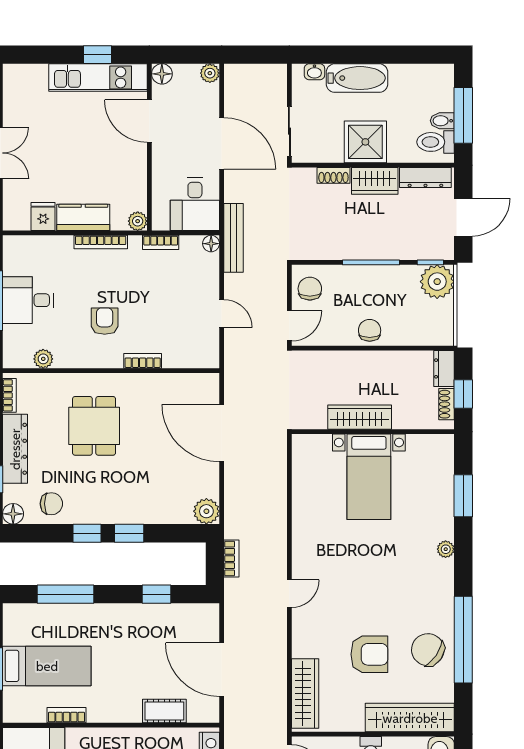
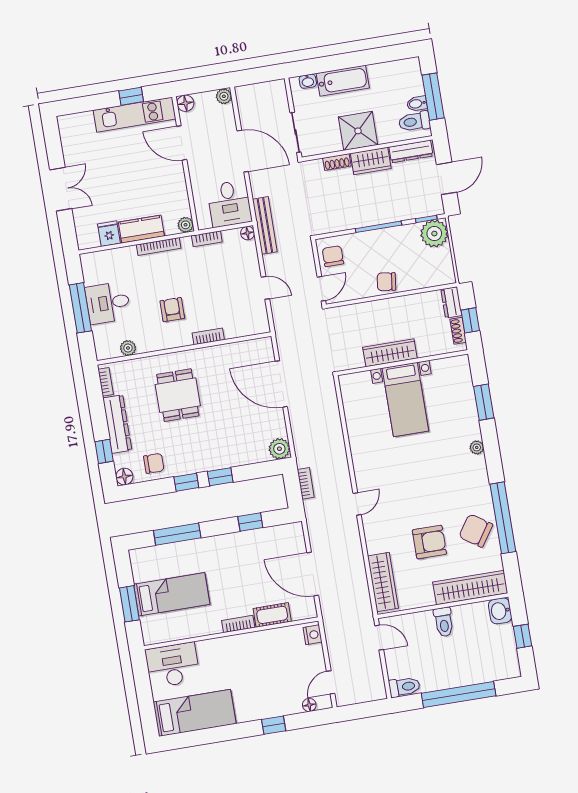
chair: (370, 330) -> (386, 282), turned -82
bookcase: (66, 715) -> (238, 624), moved

